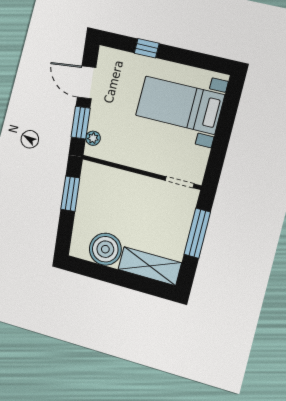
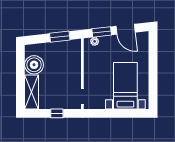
window: (147, 48) -> (153, 59), removed
door: (87, 82) -> (126, 29), swing flipped
window: (197, 233) -> (57, 113), width x0.46

